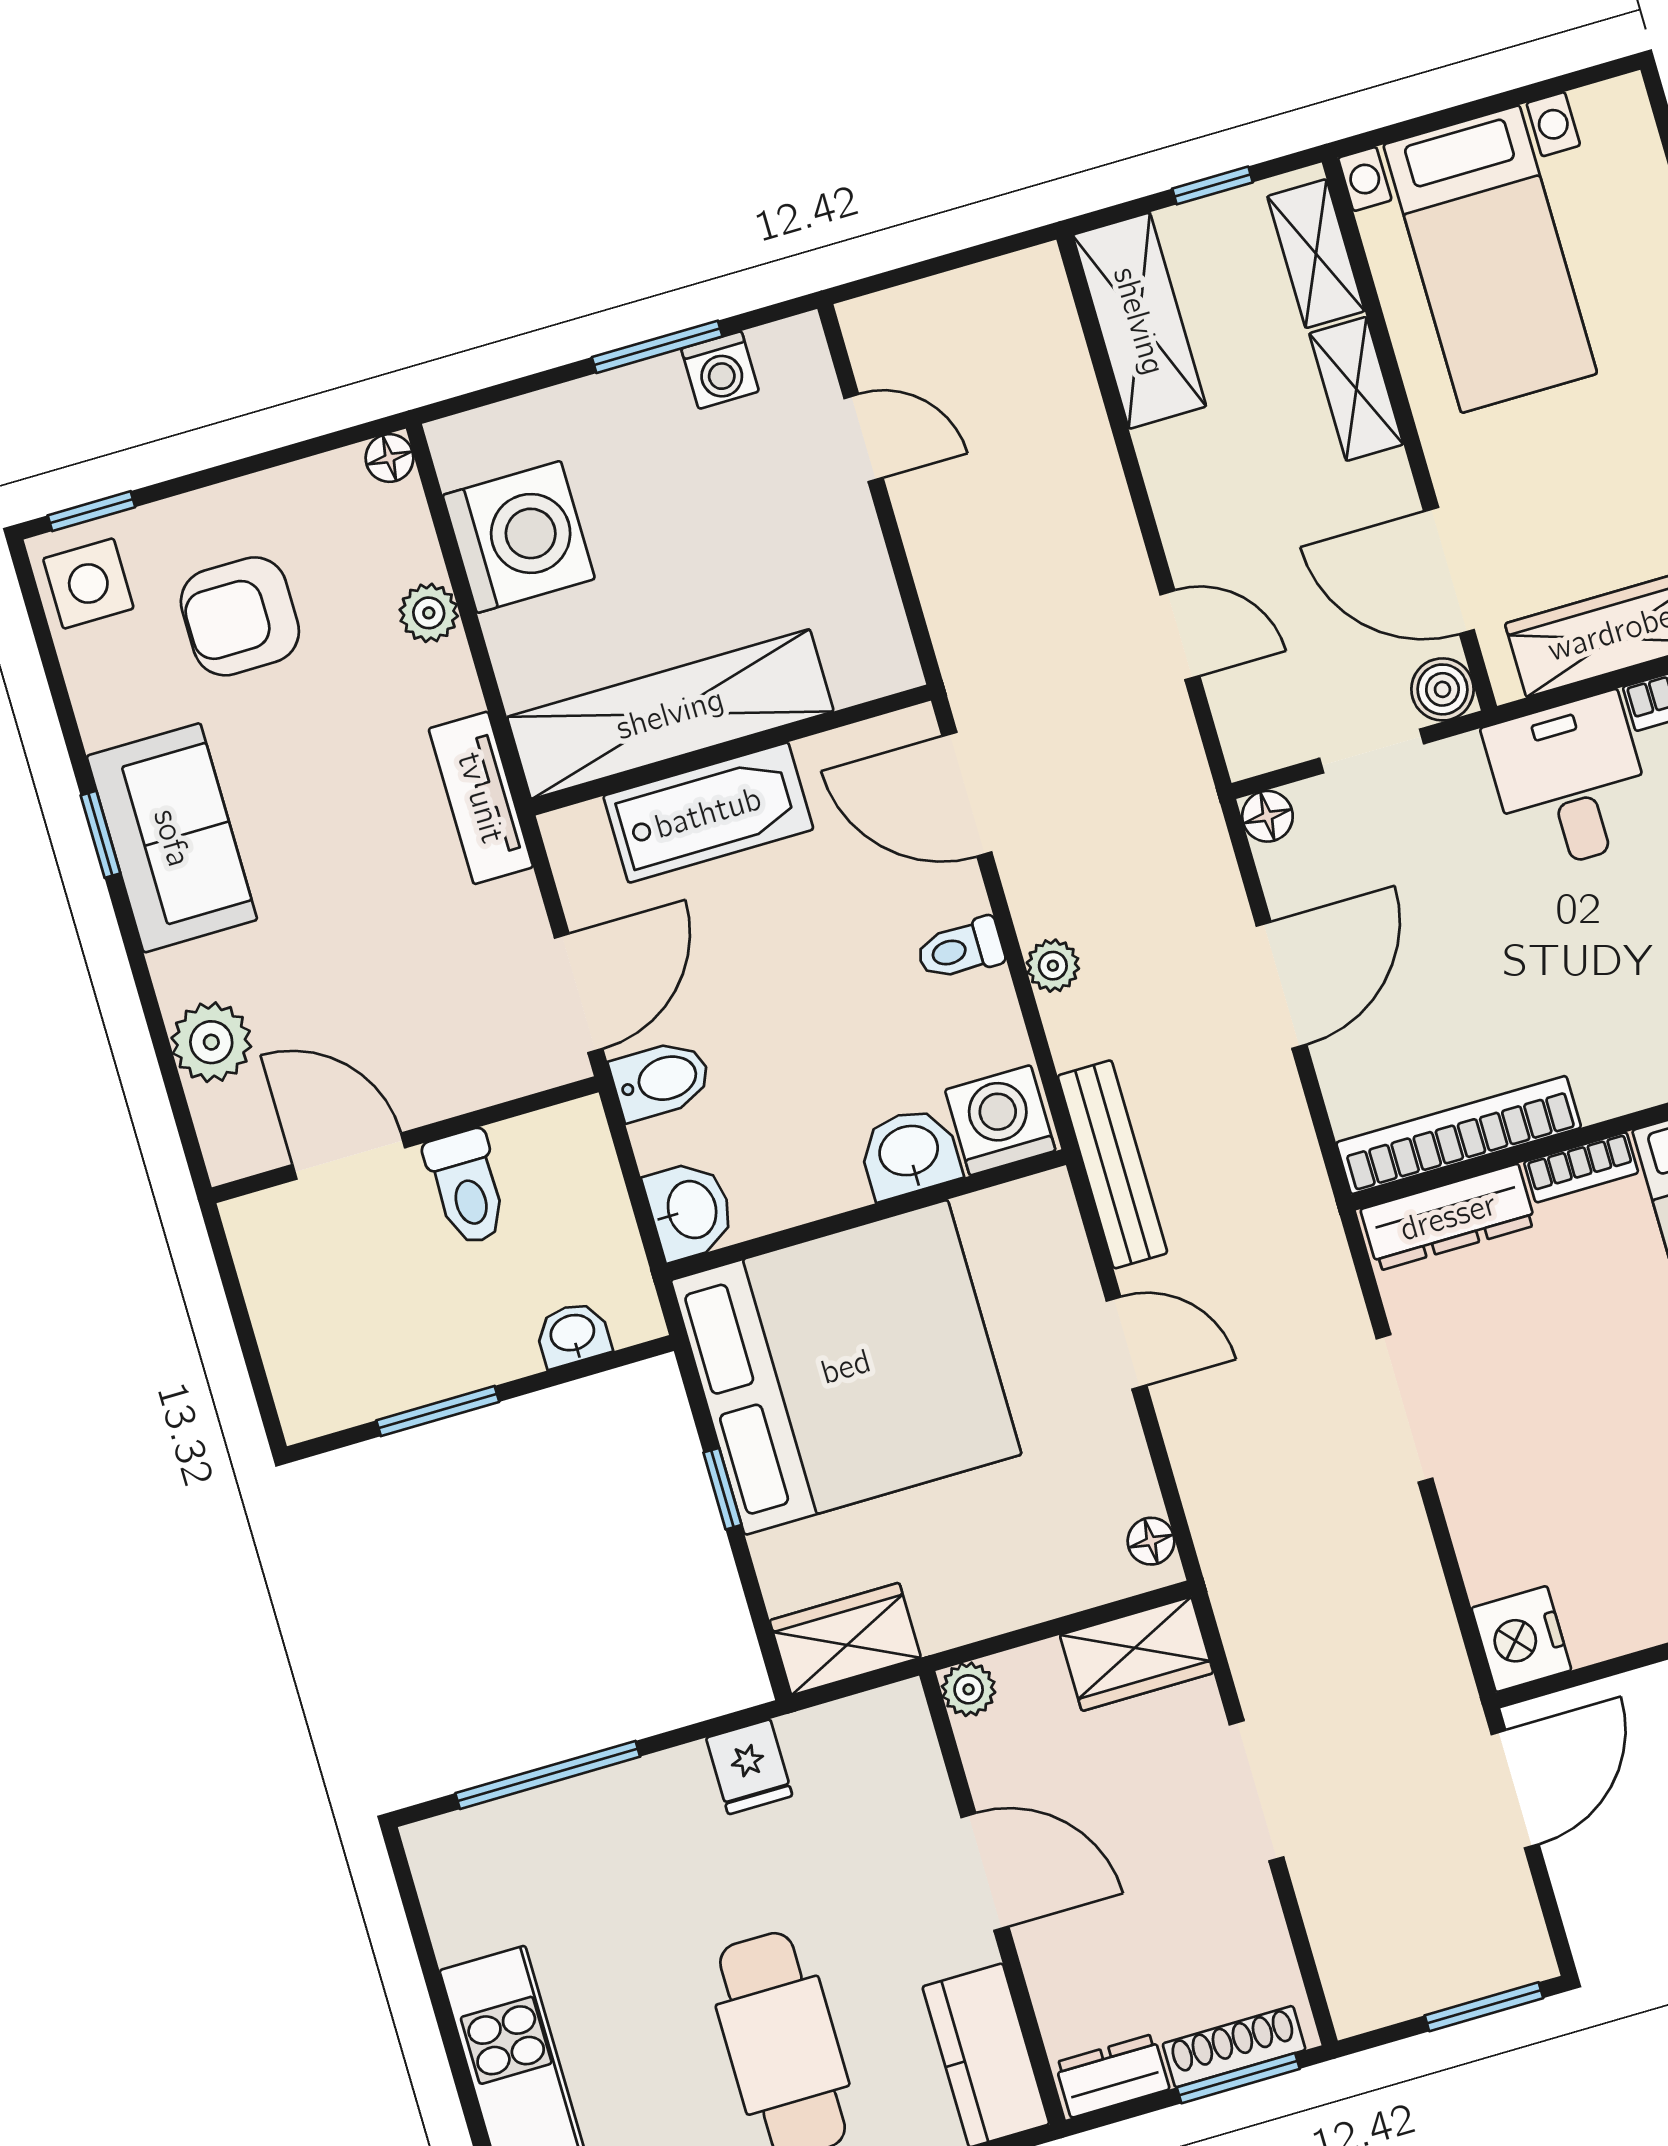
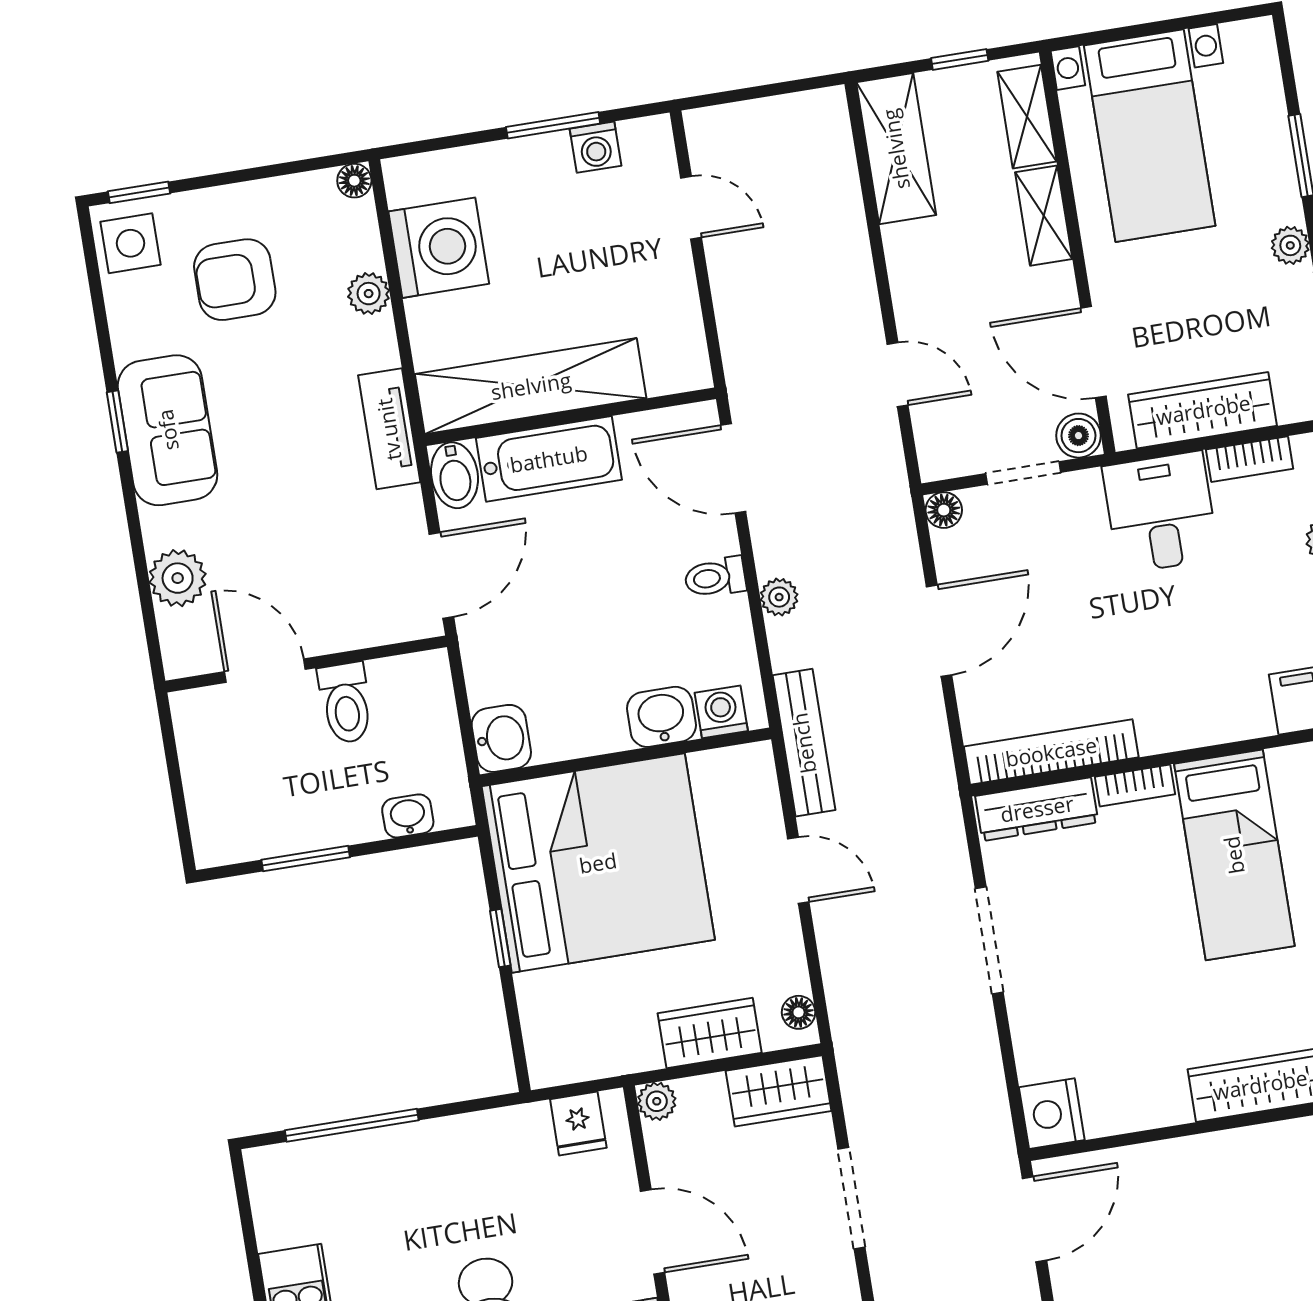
bidet: (661, 1080) -> (455, 475), moved, turned 90
washing machine: (1000, 1120) -> (721, 712), width x0.73, depth x0.73
wardrobe: (845, 1639) -> (710, 1033), moved
fridge: (749, 1767) -> (578, 1124), moved

